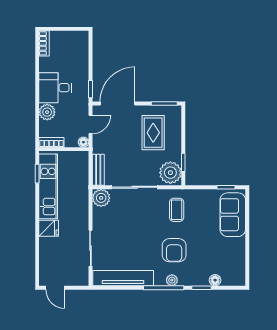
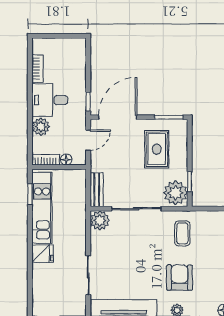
bookcase: (44, 43) -> (38, 68), moved
floor lamp: (83, 142) -> (66, 160), moved
armchair: (174, 250) -> (180, 278), turned 180

